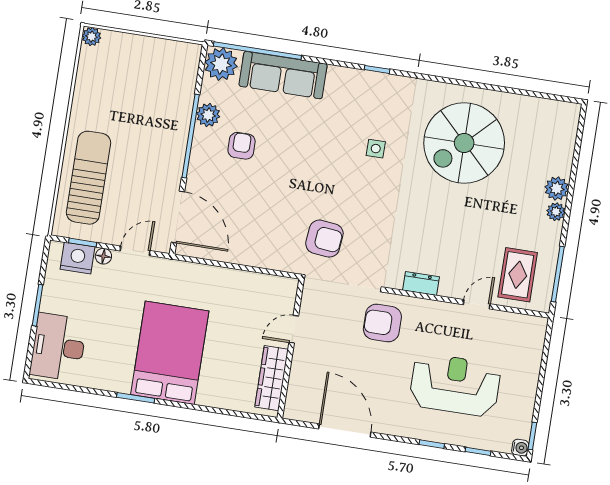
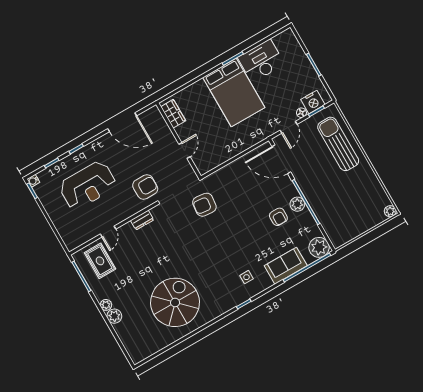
sofa: (283, 75) -> (286, 266), width x0.73
plant: (208, 115) -> (297, 204), moved
side table: (376, 149) -> (246, 277), moved
sun lounger: (89, 178) -> (338, 144), turned 180
desk: (58, 347) -> (261, 61), moved, turned -90
wardrobe: (272, 378) -> (173, 114), width x0.67

